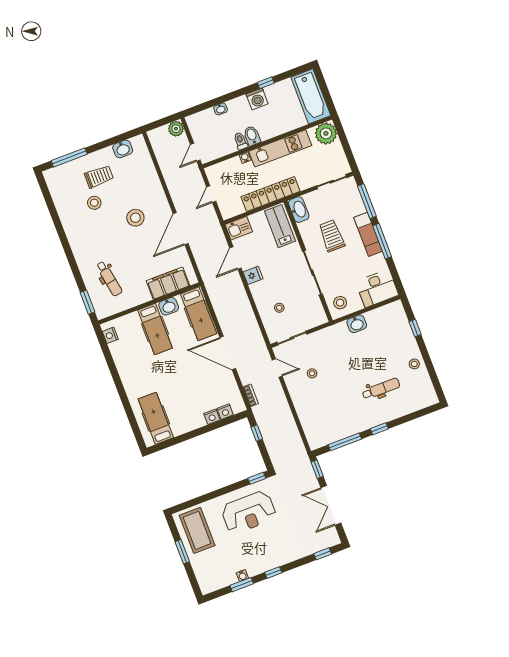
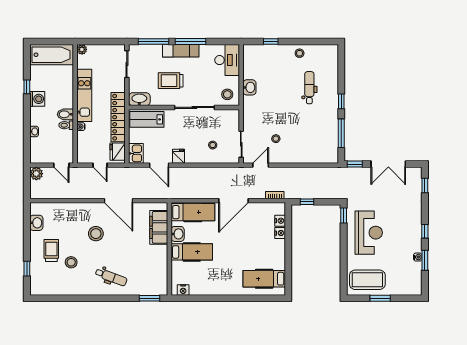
plant: (326, 133) -> (82, 49), width x0.53, depth x0.53
window: (69, 157) -> (27, 269), width x0.46
fridge: (233, 208) -> (118, 152), added
dental chair: (109, 279) -> (111, 277), moved, turned 30

